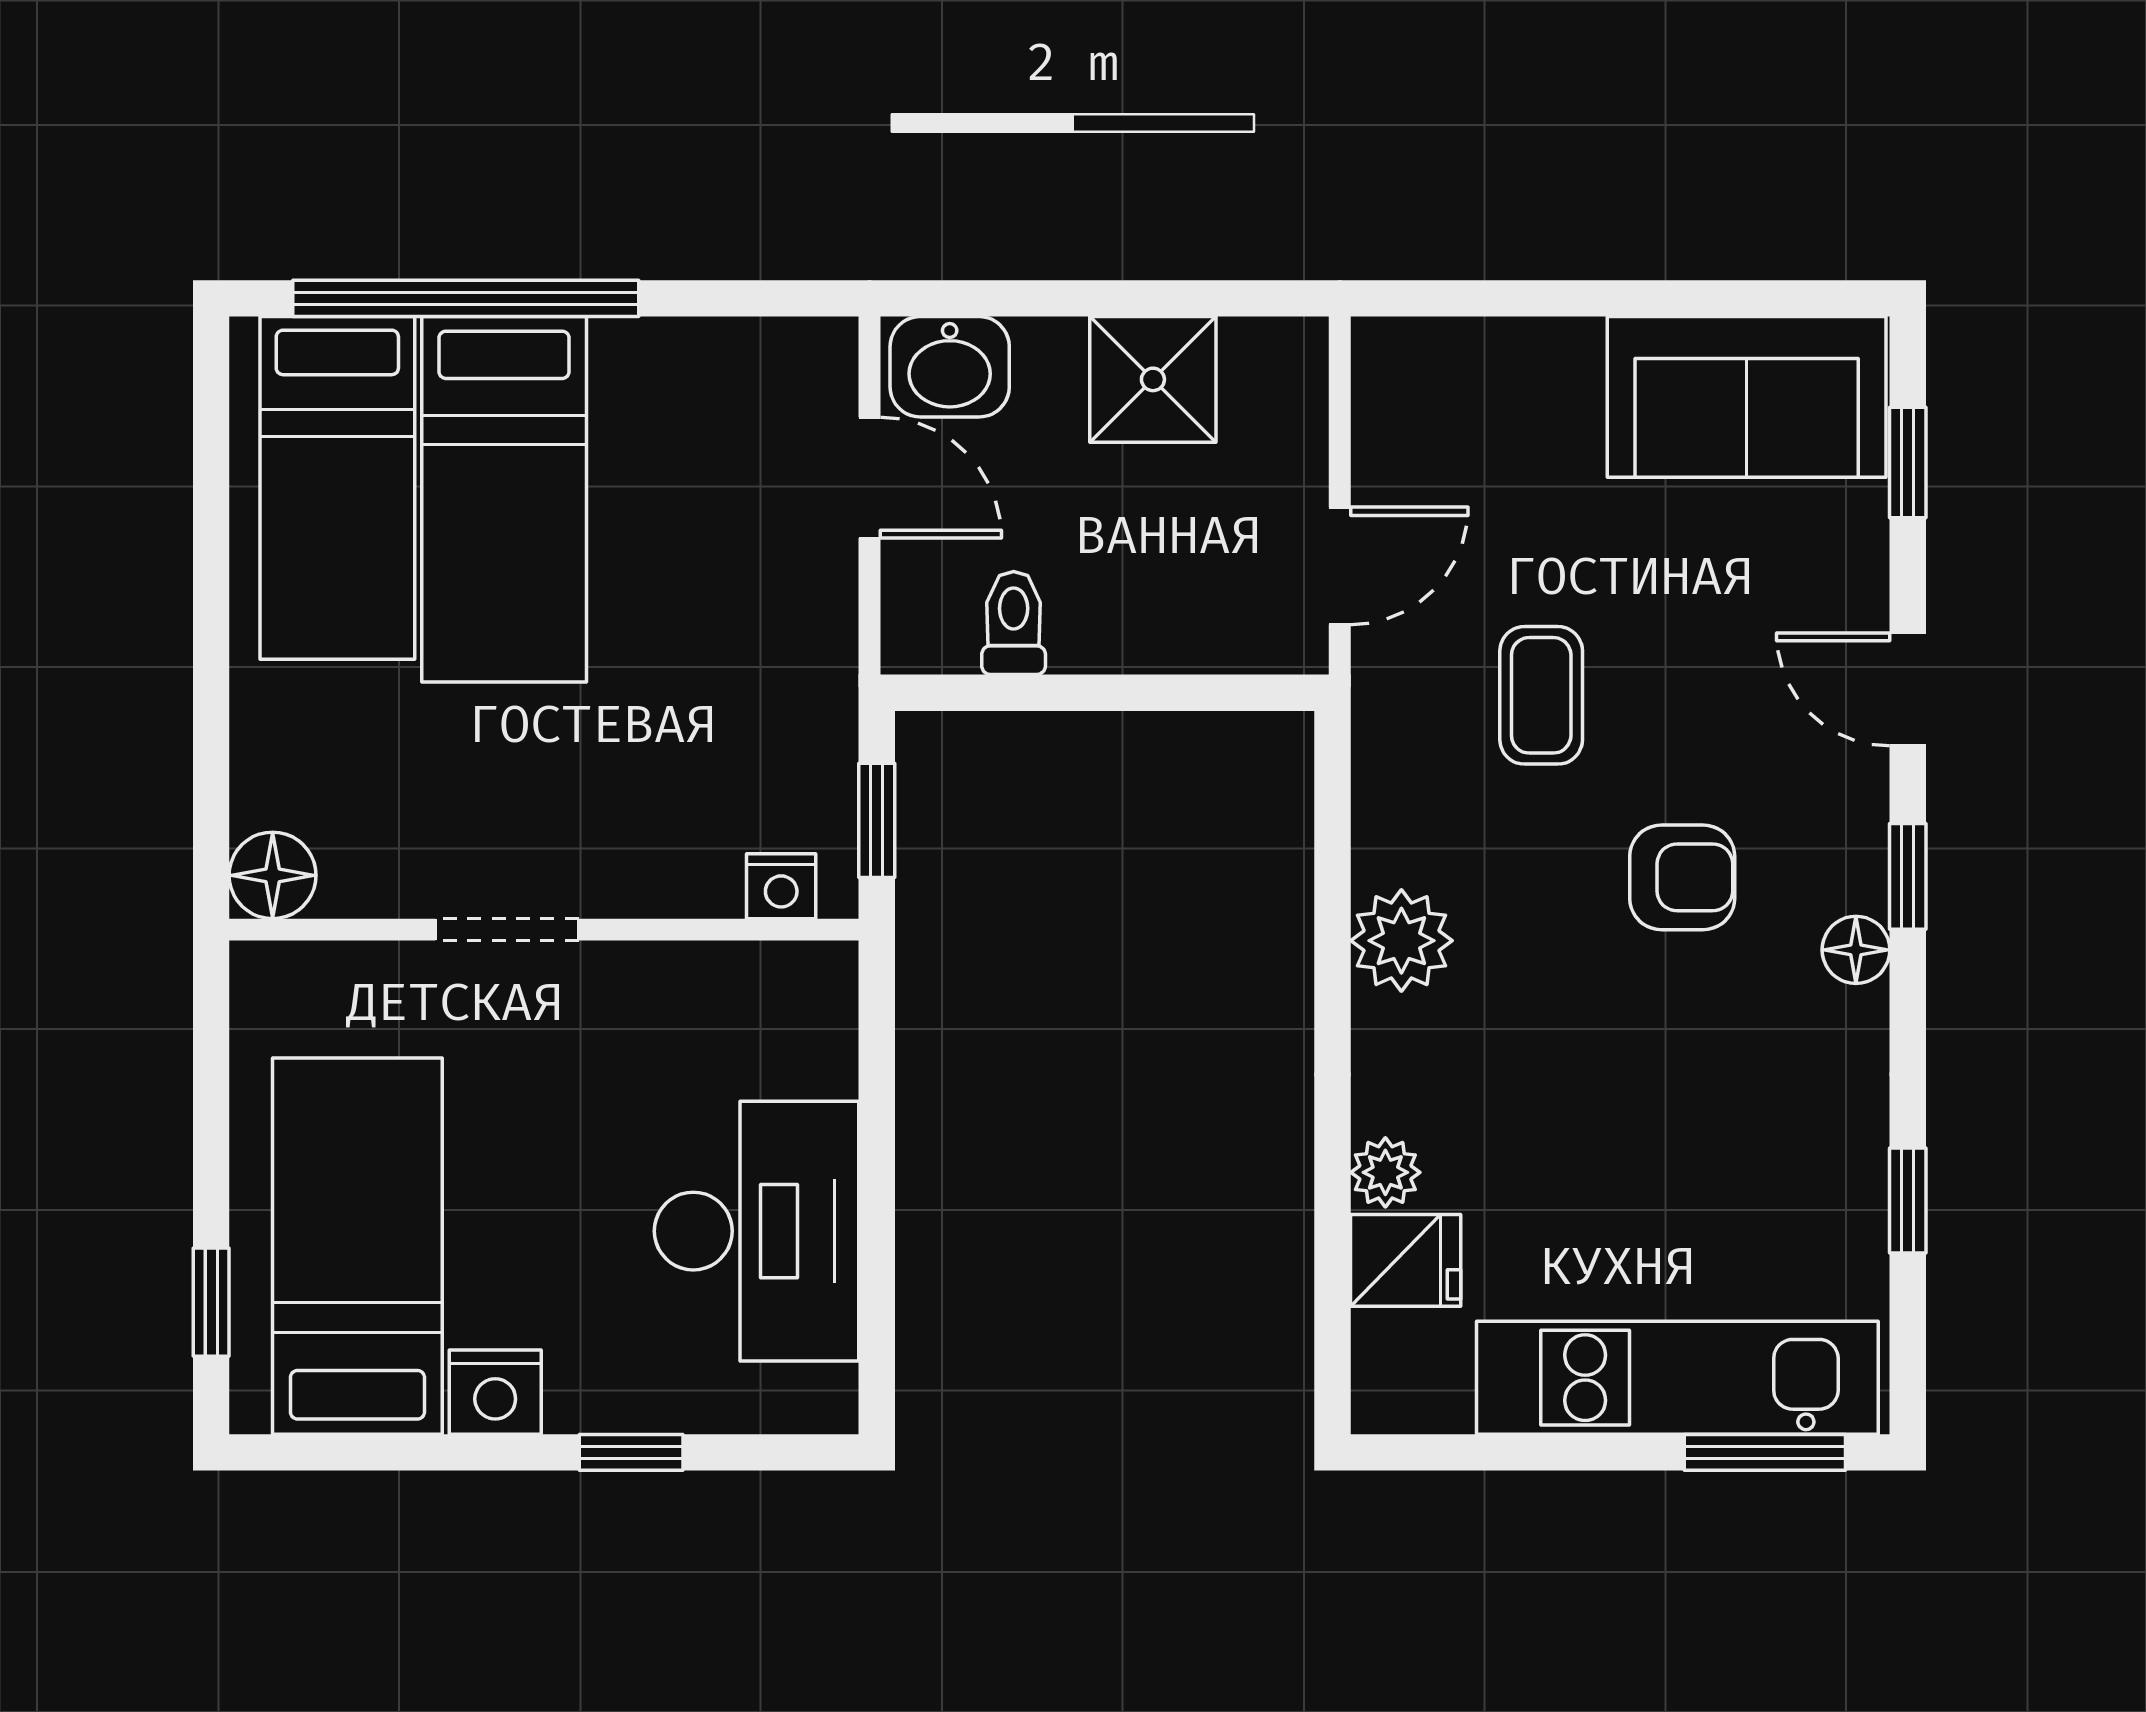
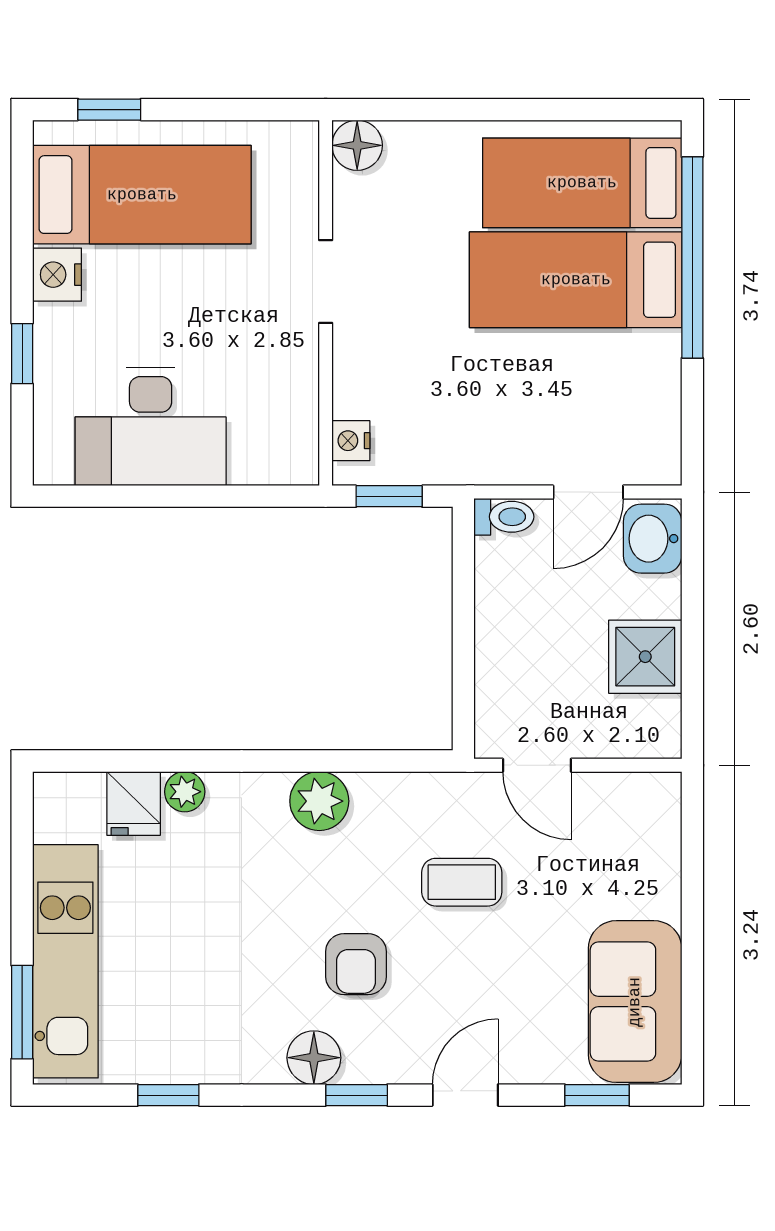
toilet: (1014, 623) -> (504, 517), moved
floor lamp: (1856, 950) -> (314, 1058), width x1.37, depth x1.37

